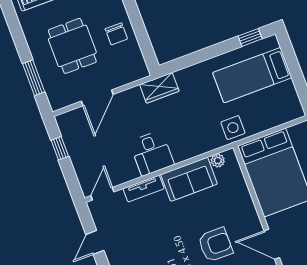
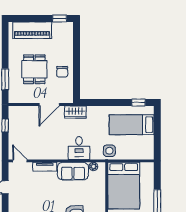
door: (97, 98) -> (49, 104), moved
desk: (152, 153) -> (79, 148), moved
door: (102, 194) -> (20, 161), hinge flipped

